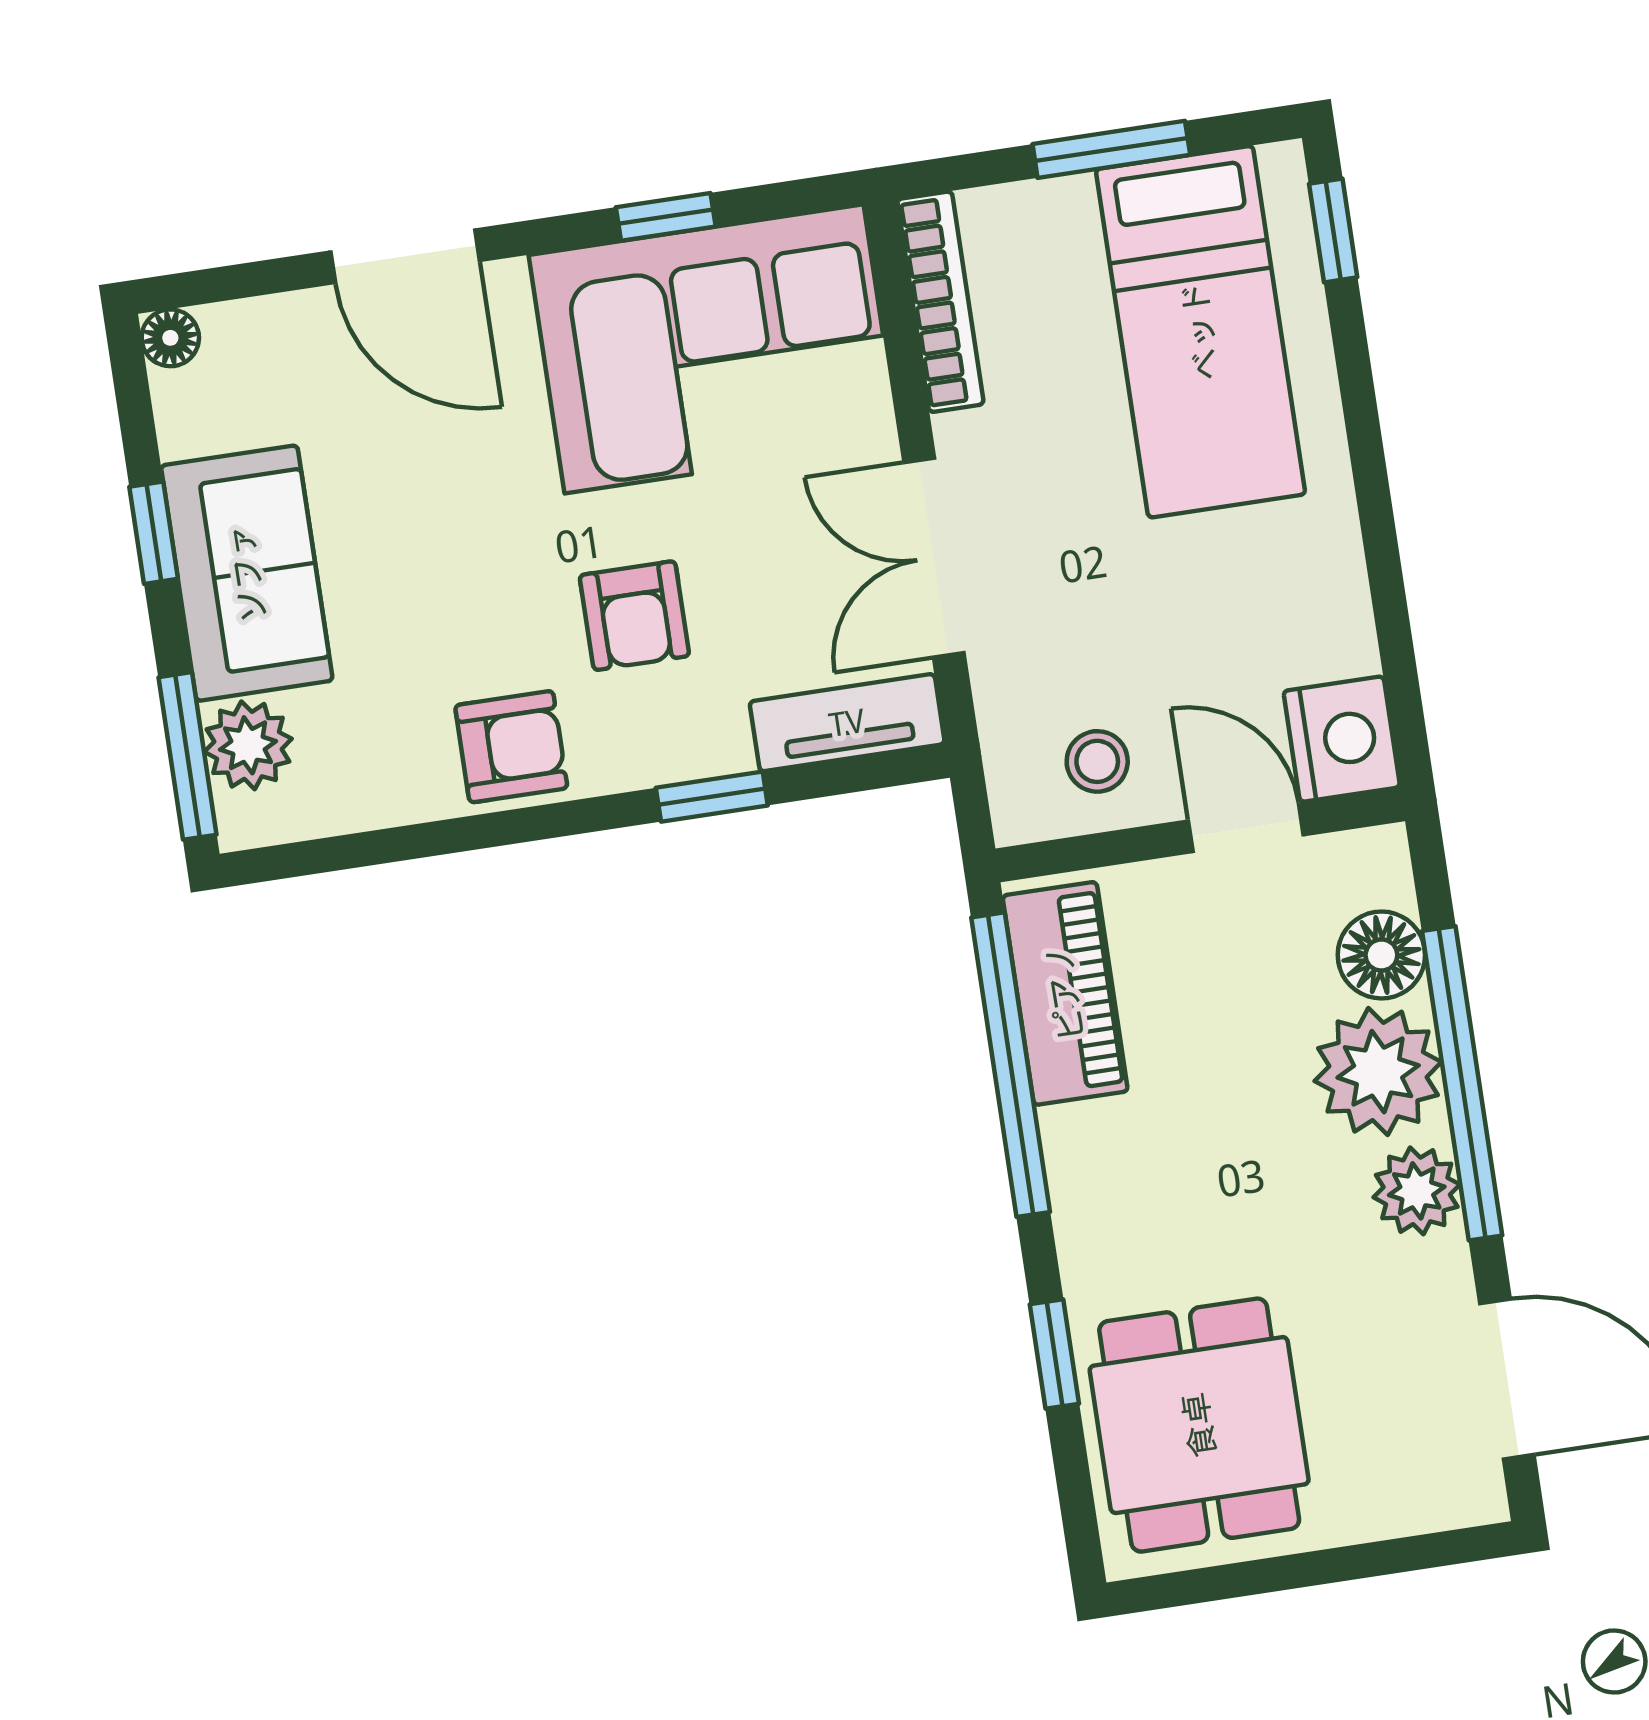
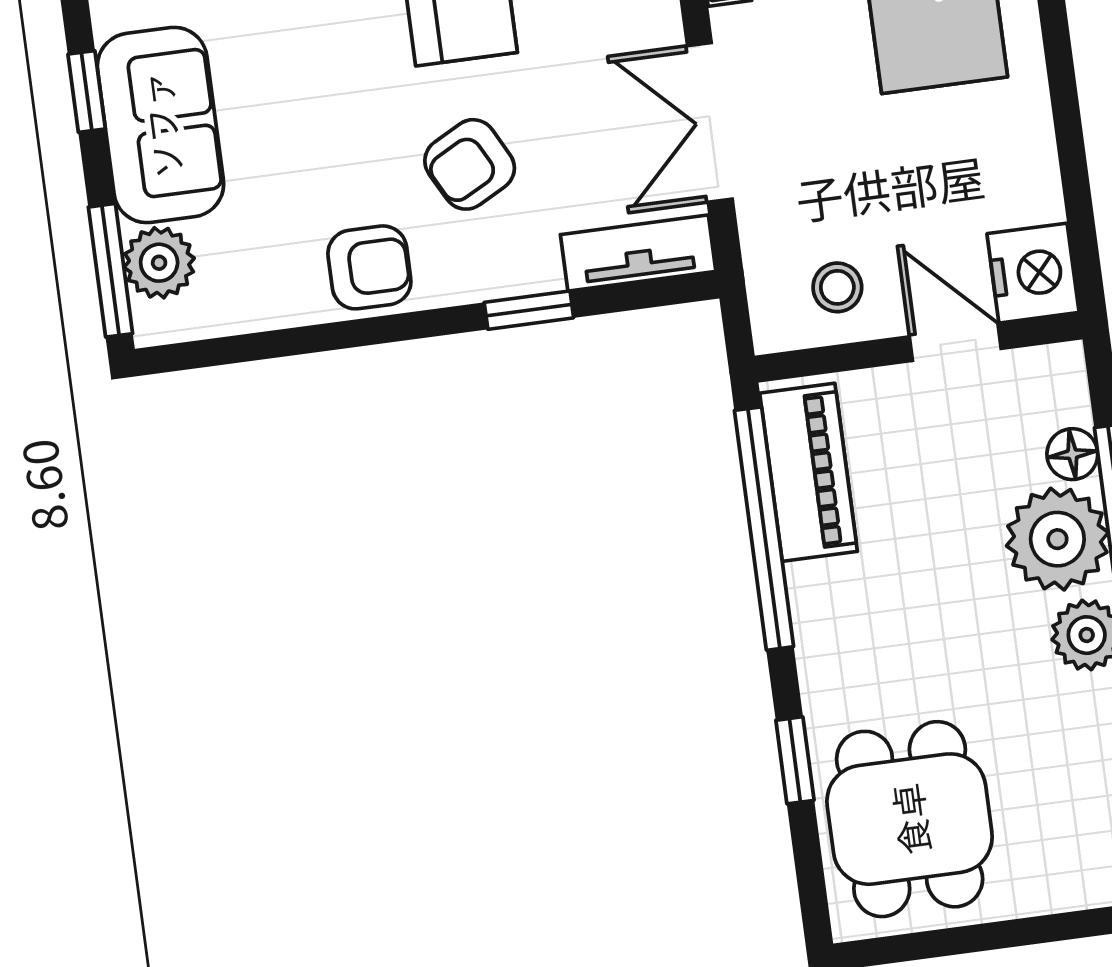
armchair: (634, 616) -> (470, 164), turned 62
floor lamp: (1381, 955) -> (1072, 454), width x0.73, depth x0.73

